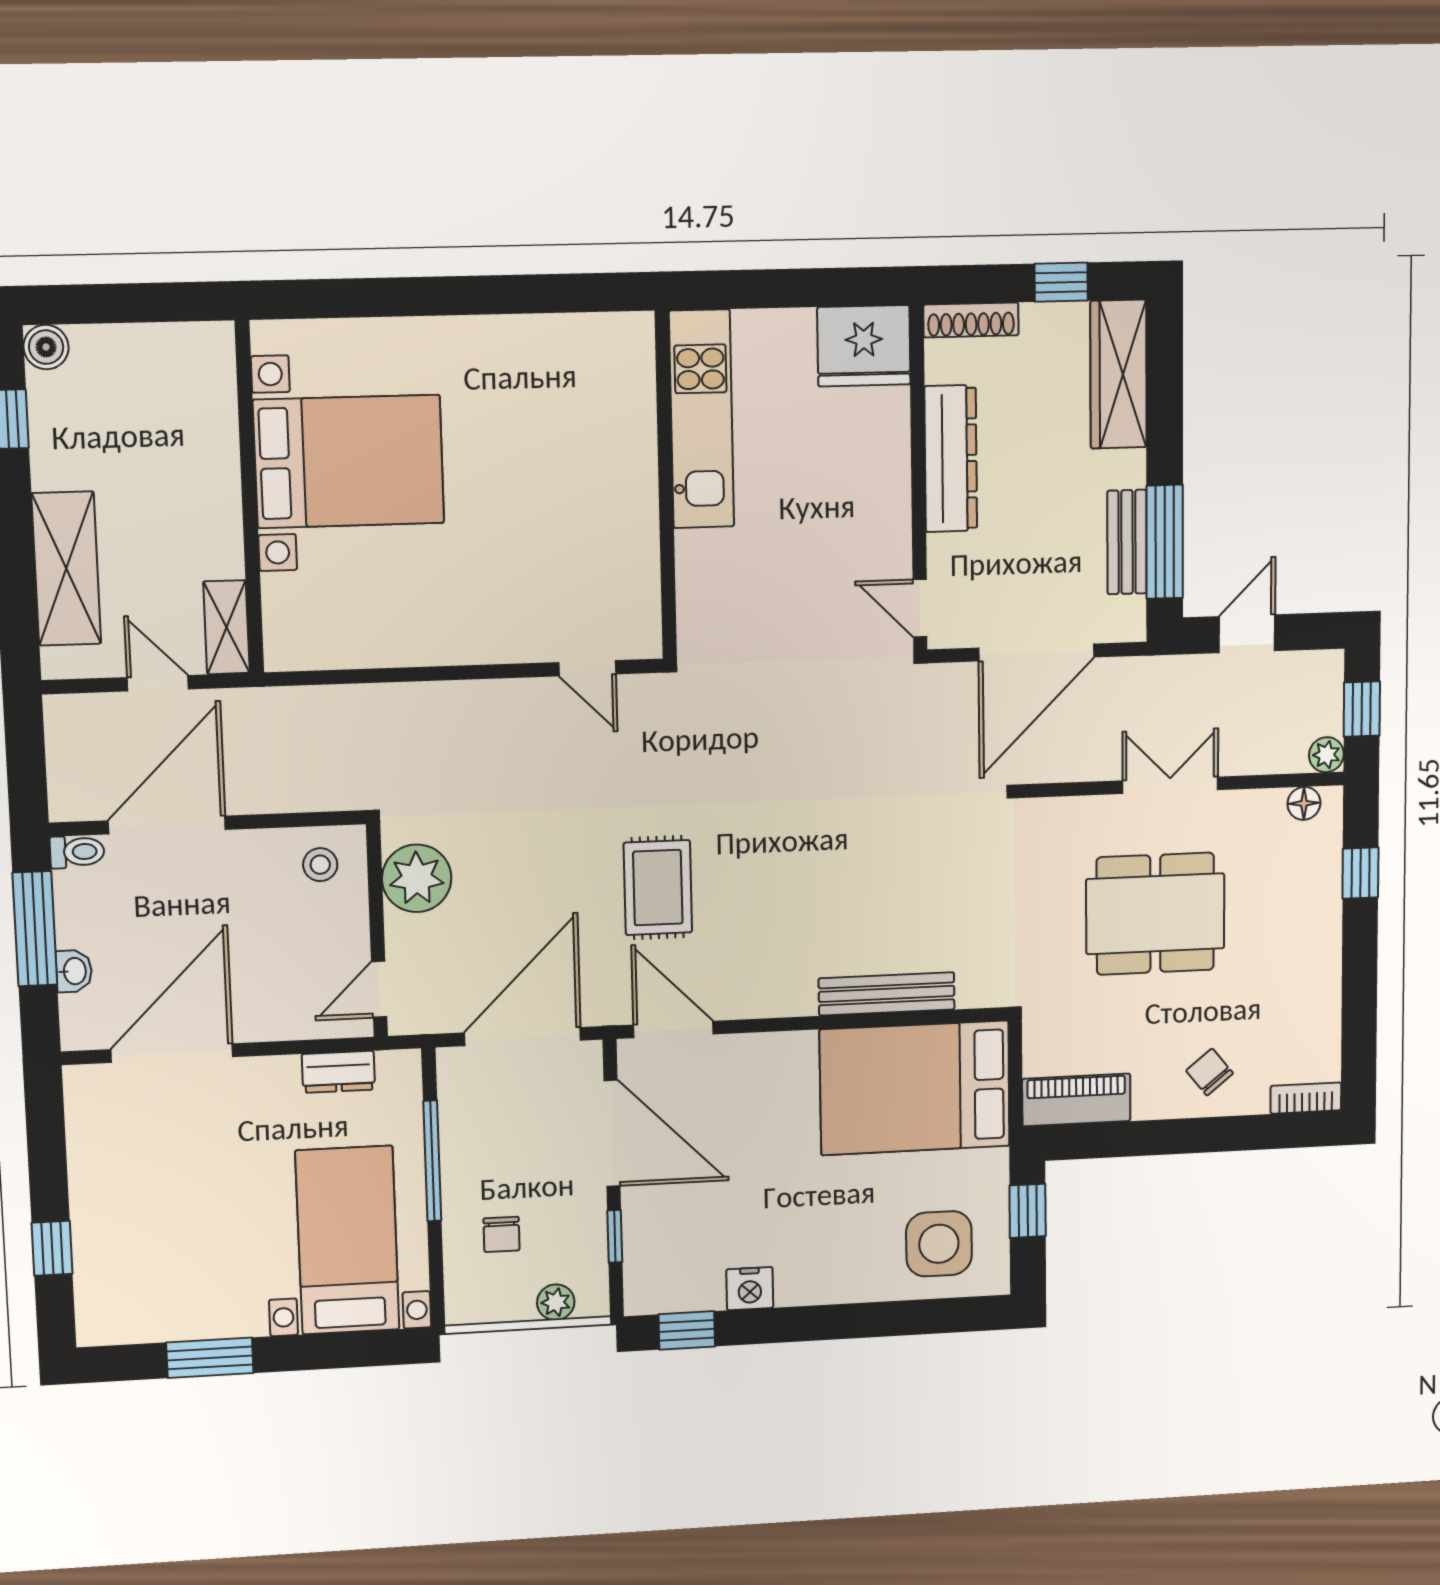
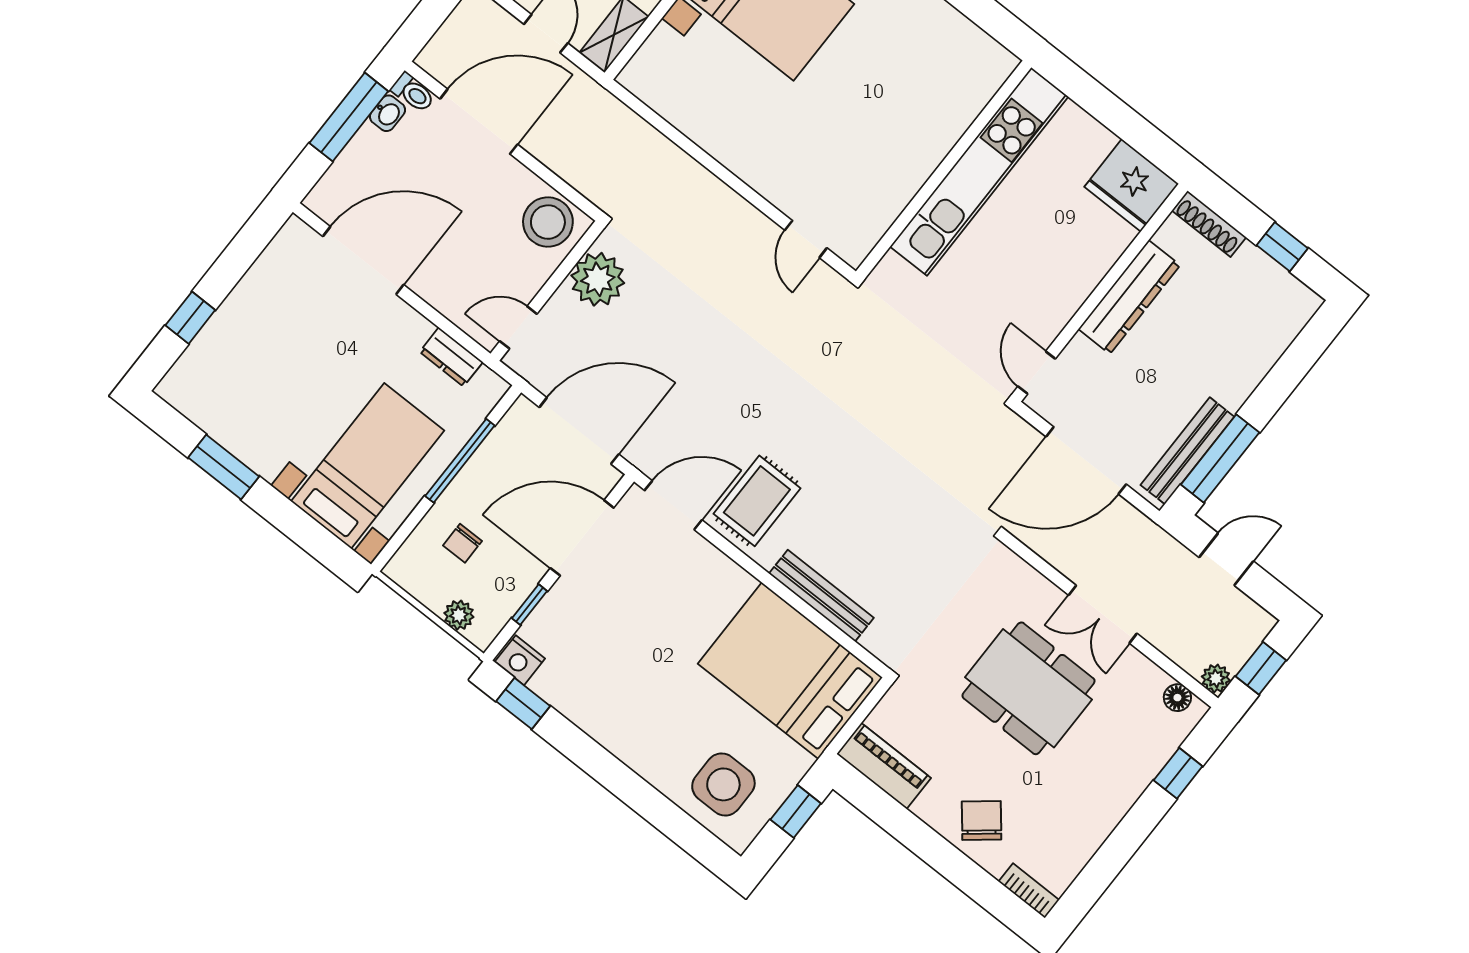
wardrobe: (1118, 374) -> (1273, 332), removed
kitchen unit: (702, 419) -> (979, 172), width x1.36
bench: (1127, 542) -> (1187, 451), width x1.36
double door: (1170, 785) -> (1103, 614), swing flipped
stool: (320, 865) -> (548, 222), width x1.89, depth x1.89
rug: (658, 888) -> (757, 501), moved
washbasin: (74, 971) -> (388, 113), moved
door: (673, 1029) -> (673, 505), hinge flipped
chair: (1210, 1072) -> (982, 820), width x1.37, depth x1.37
door: (612, 1133) -> (582, 538), swing flipped
nightstand: (750, 1289) -> (520, 660), moved

